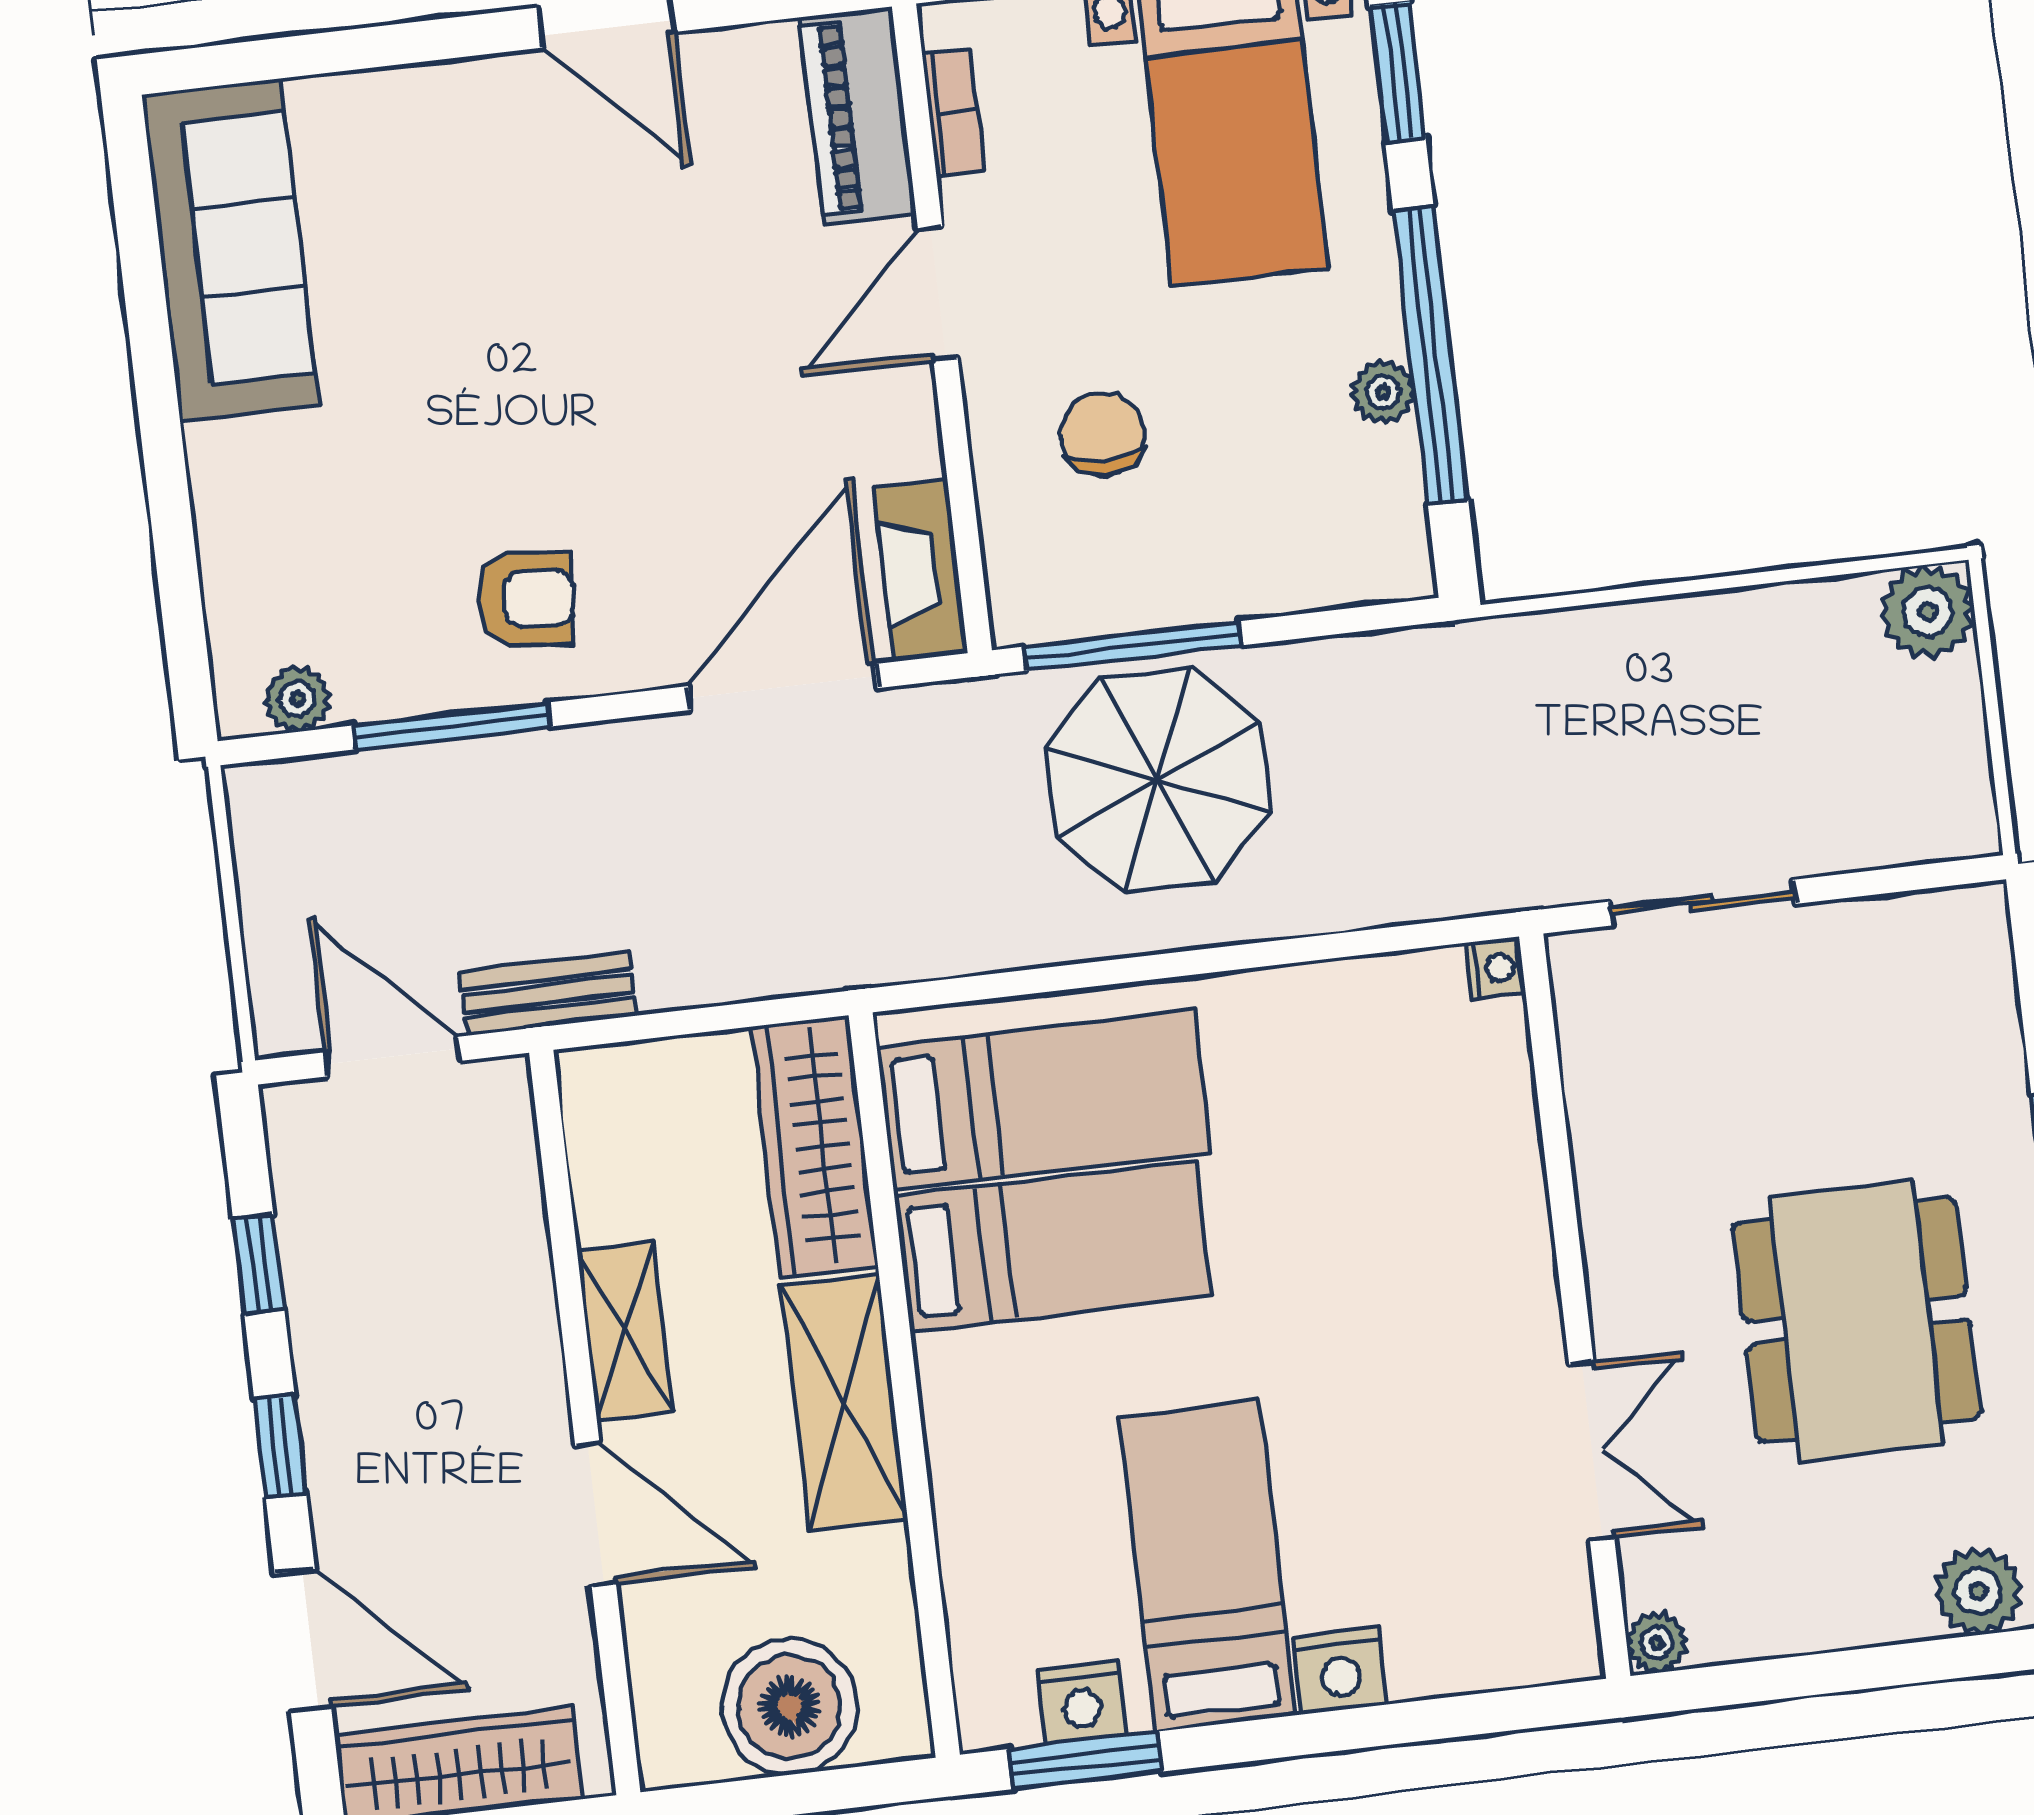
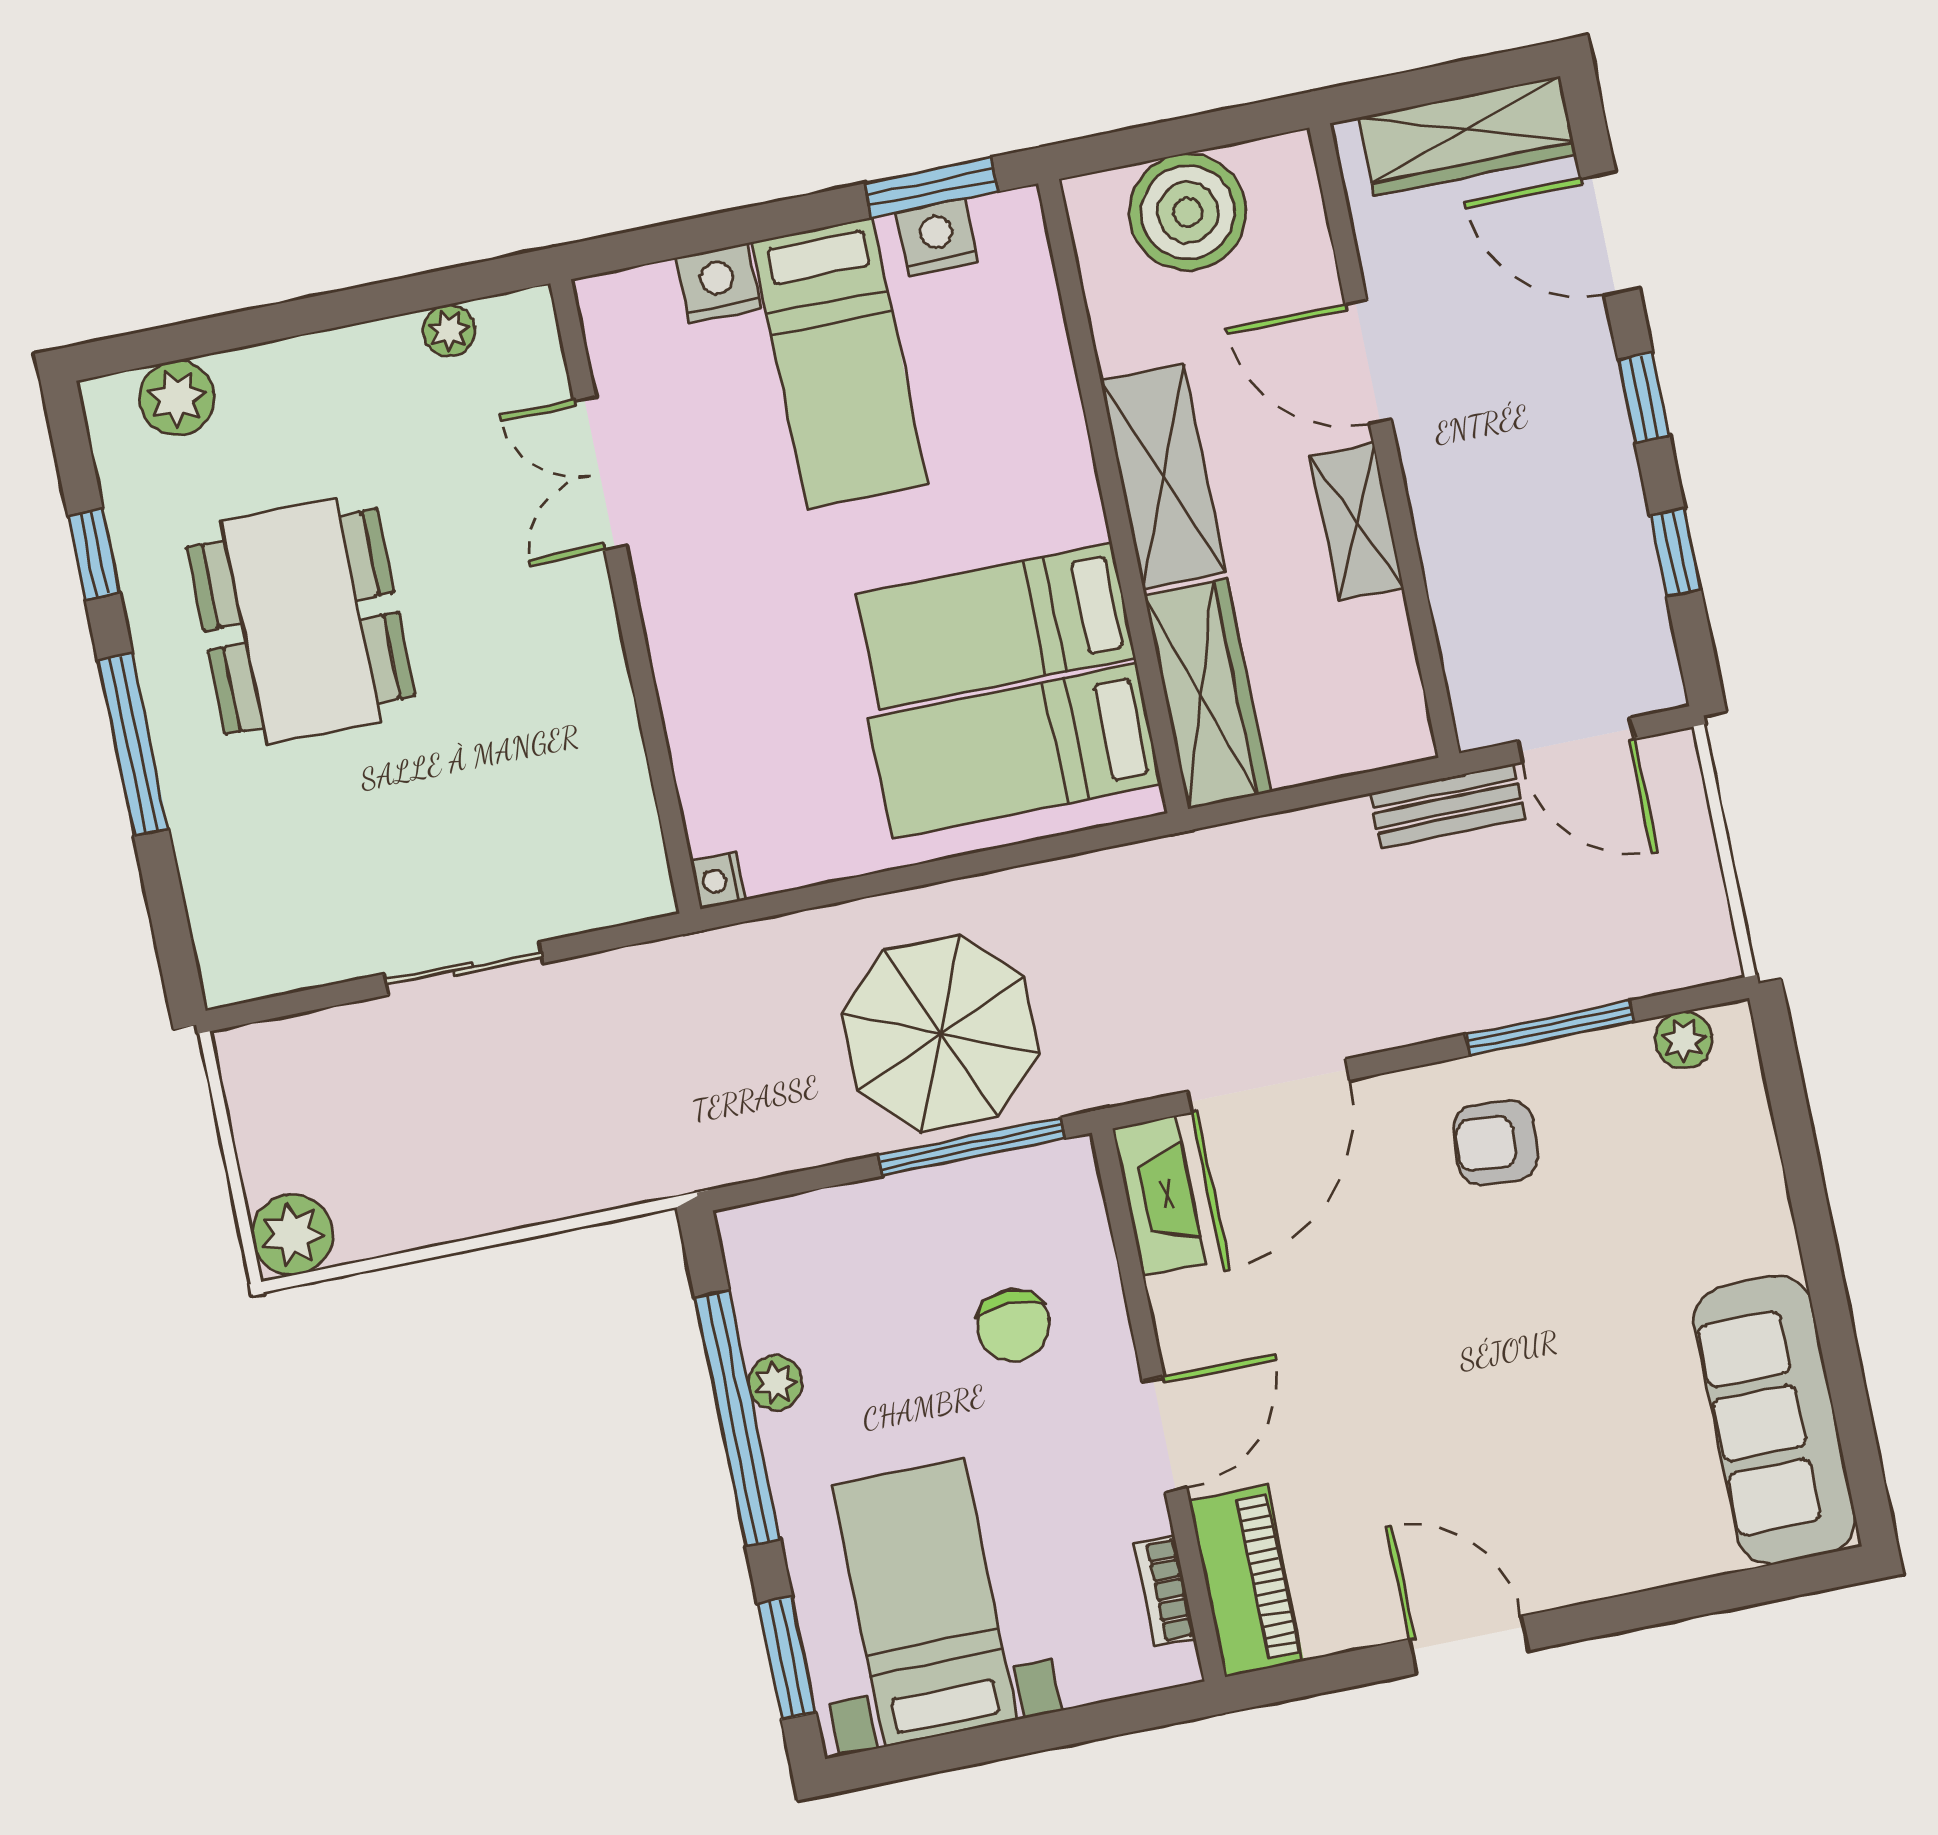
nightstand: (1495, 968) -> (718, 880), moved
wall: (1575, 1306) -> (625, 596), moved
double door: (1592, 1451) -> (600, 473), moved

